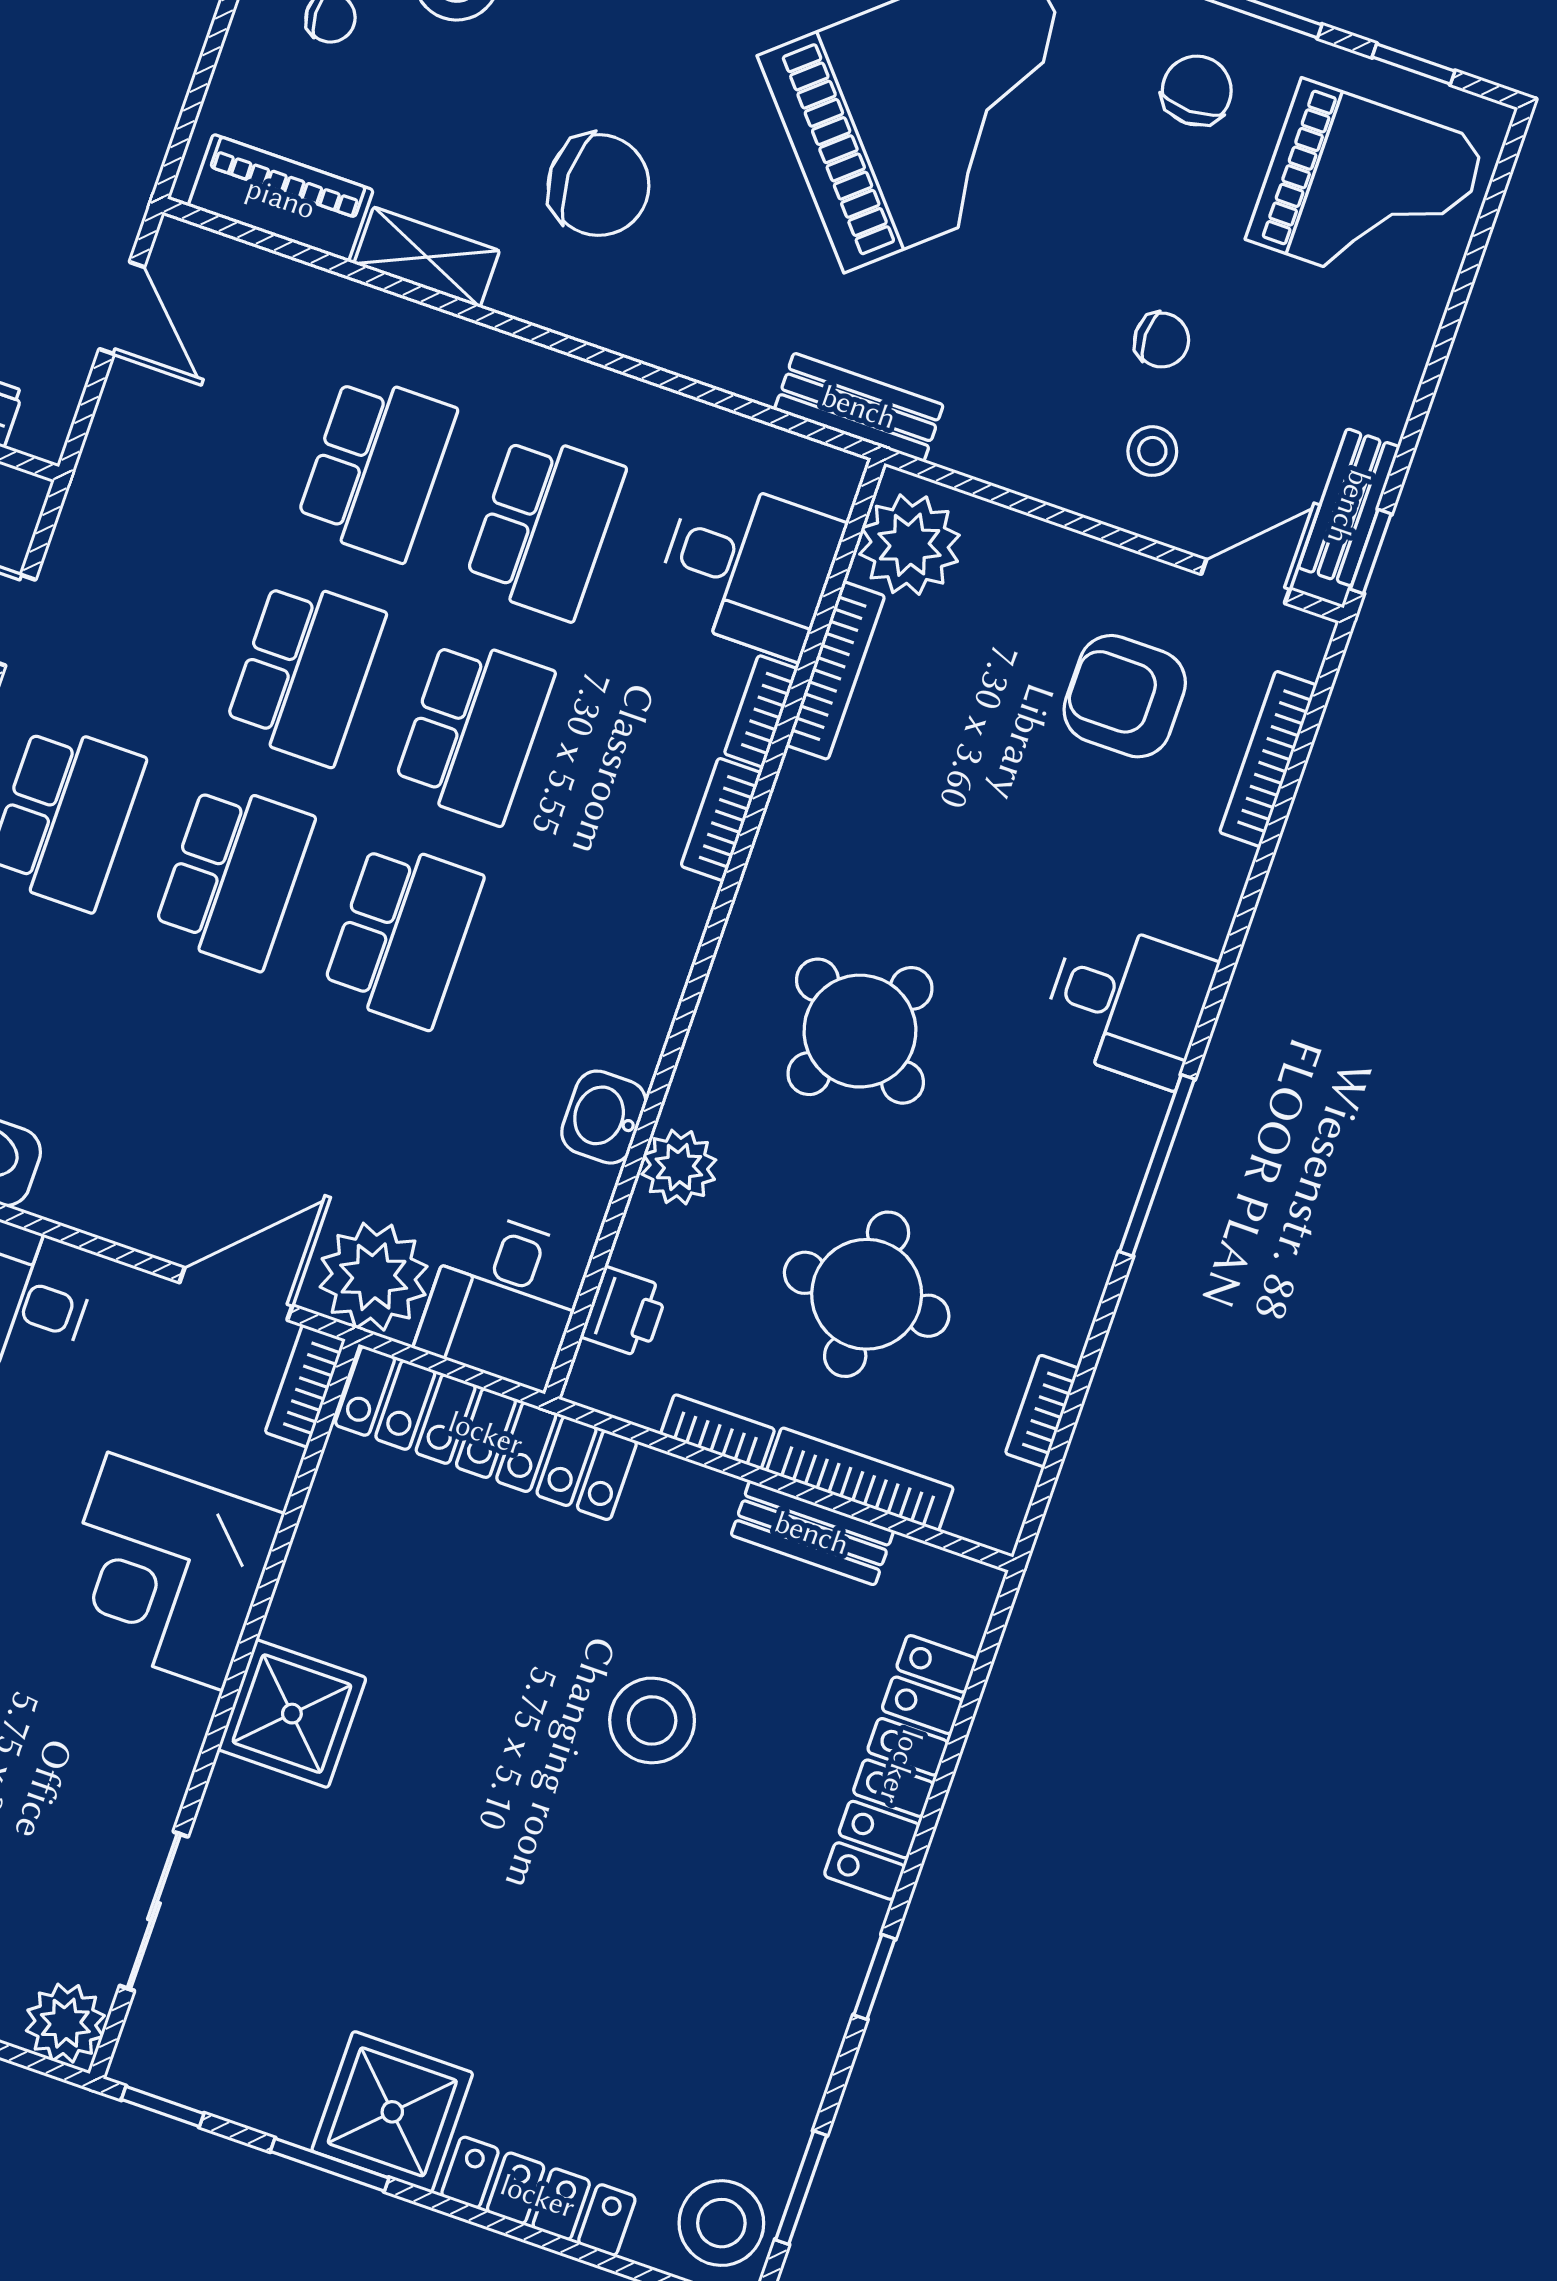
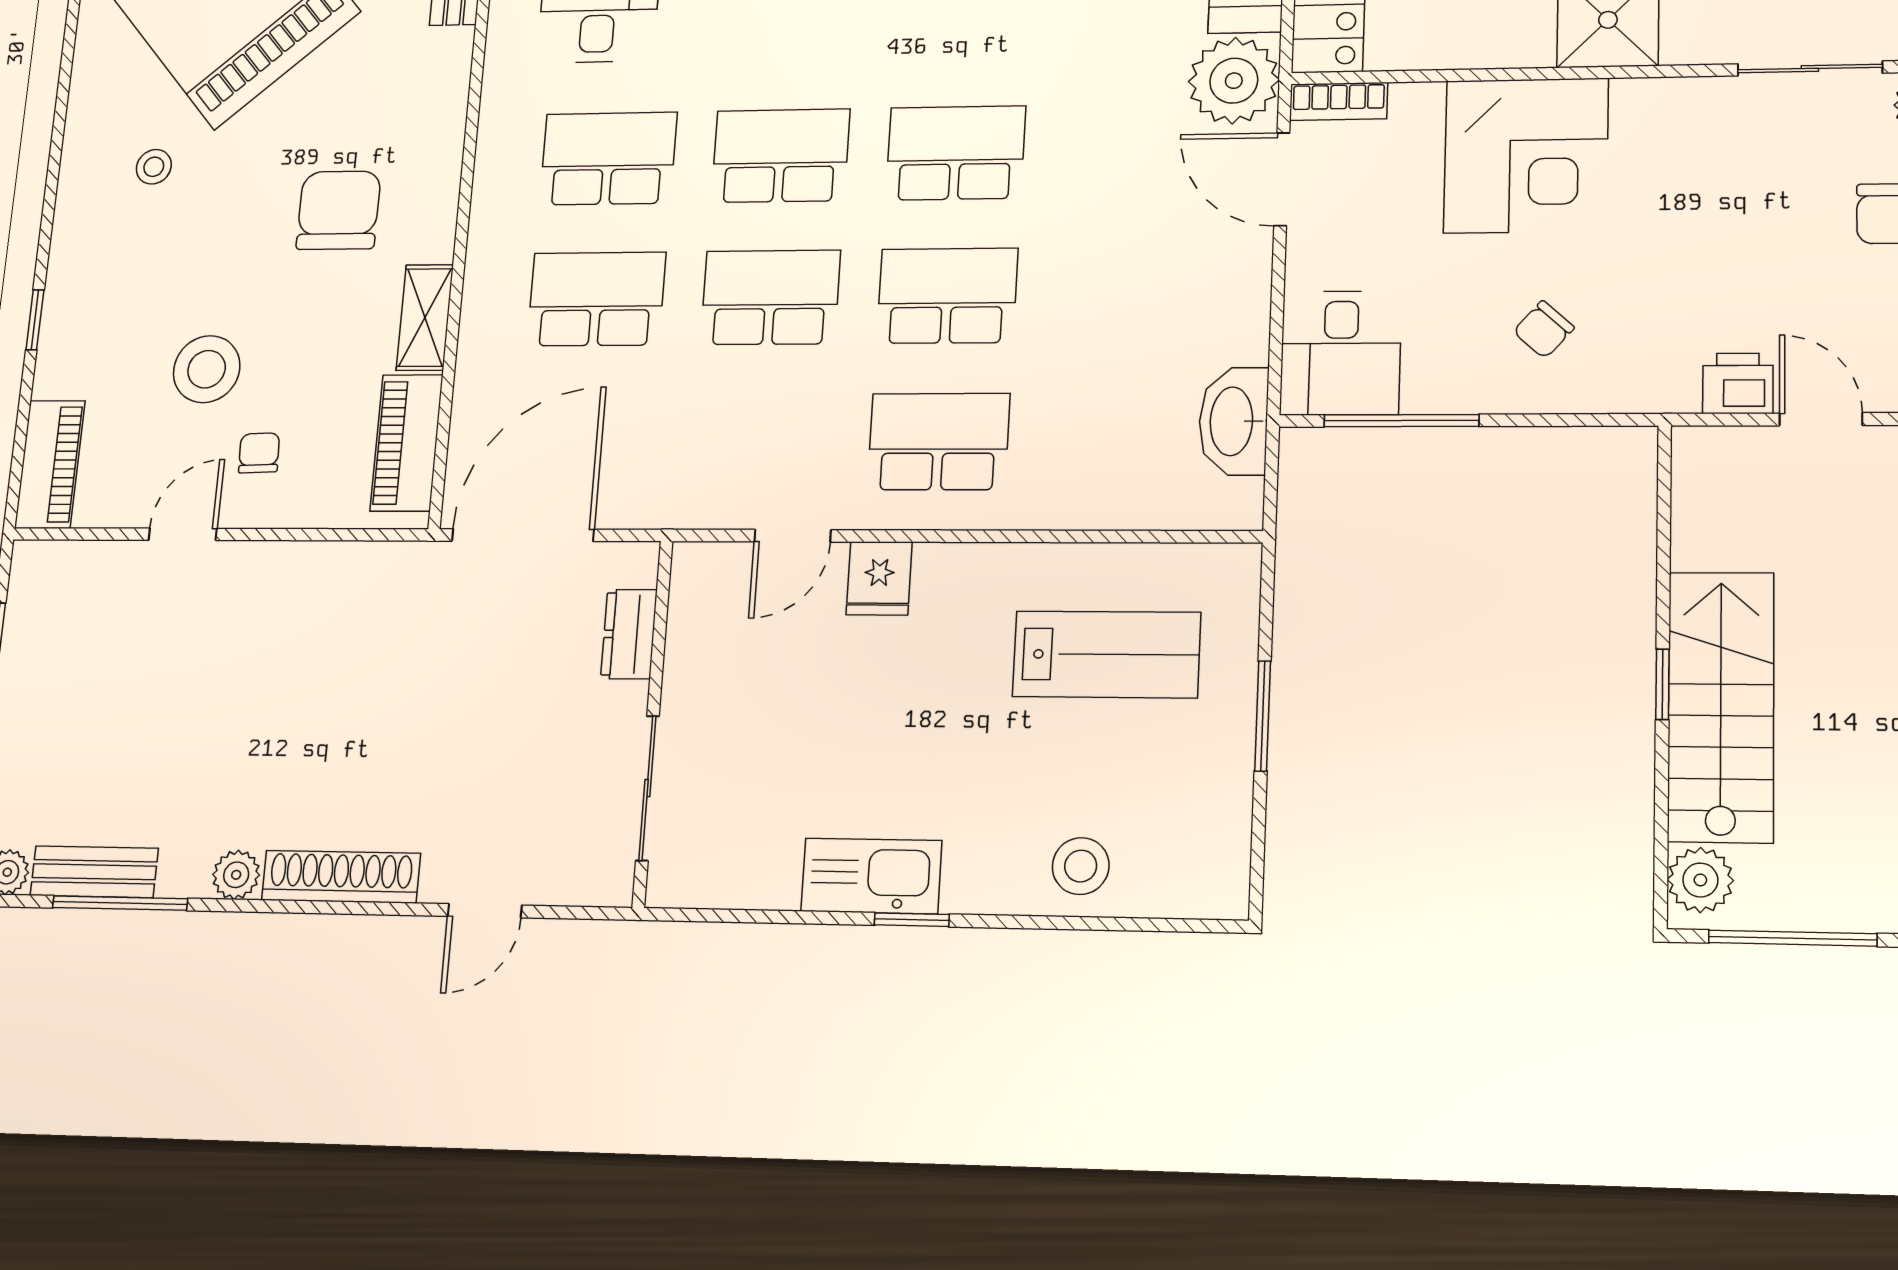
door: (122, 308) -> (523, 535), width x1.87

